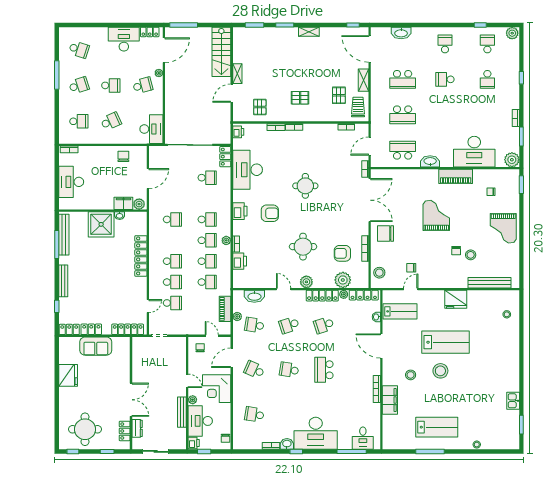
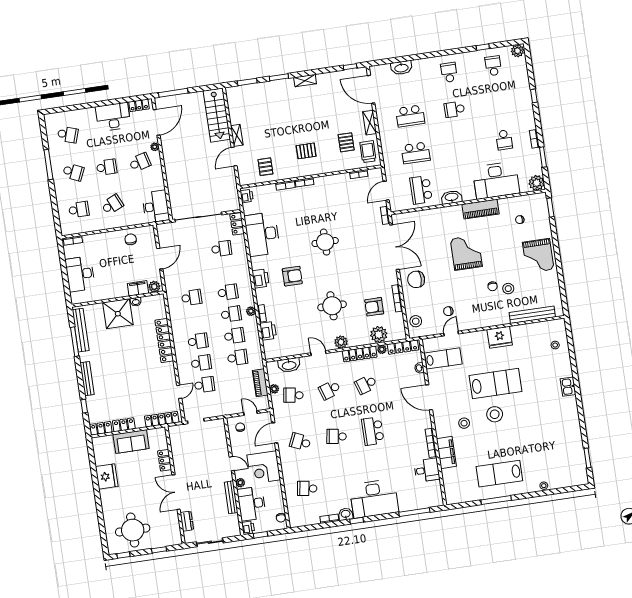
school desk: (487, 79) -> (504, 140), moved
school desk: (79, 85) -> (73, 172), turned 42
school desk: (403, 150) -> (421, 190), turned -90
double door: (131, 400) -> (176, 492), swing flipped
kitchen sink: (513, 401) -> (568, 387), moved
lab bench: (437, 427) -> (499, 474), turned 180
locker: (125, 431) -> (165, 460), moved
desk: (363, 438) -> (427, 470), moved, turned -90

